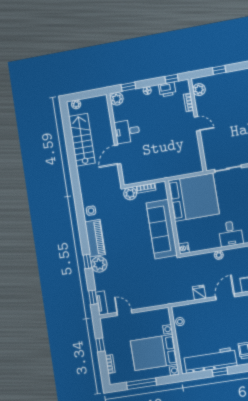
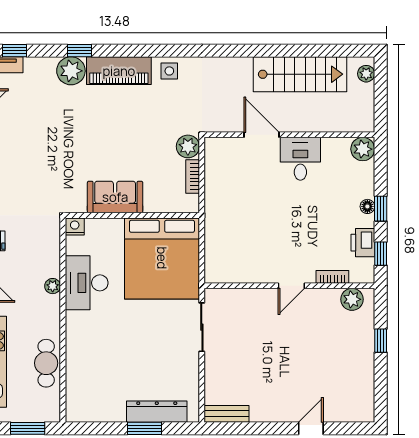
window: (128, 87) -> (381, 209), moved
sofa: (162, 229) -> (115, 197), width x0.54, depth x0.79
desk: (231, 234) -> (87, 283), moved, width x1.37

